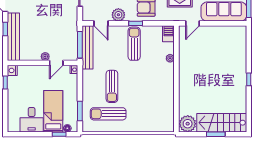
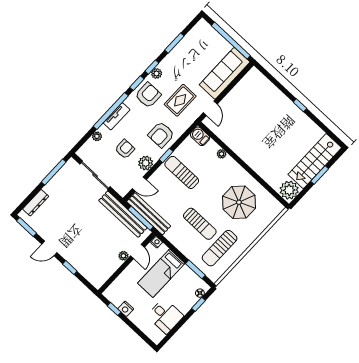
bench: (13, 37) -> (123, 214), moved
nightstand: (12, 70) -> (126, 309), moved
parasol: (149, 99) -> (239, 202), added
bed: (53, 111) -> (161, 273), moved, turned -90

